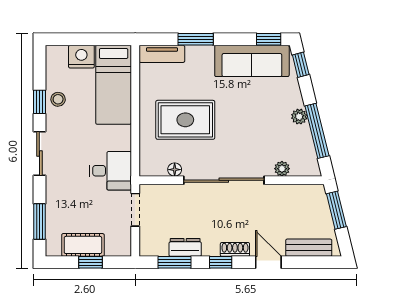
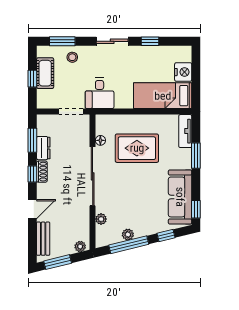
window: (301, 65) -> (166, 236), moved
stool: (58, 99) -> (72, 57), moved
plant: (299, 117) -> (128, 234), moved
rug: (185, 120) -> (137, 148), turned 90
plant: (319, 197) -> (80, 246), added
window: (336, 210) -> (58, 262), moved
shoe rack: (235, 249) -> (42, 172), moved

